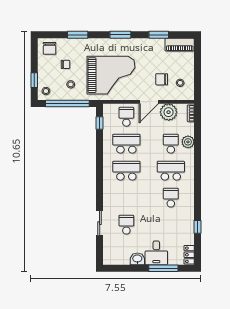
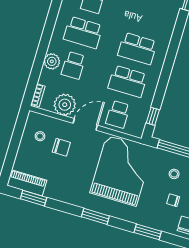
window: (159, 35) -> (34, 198), moved
grand piano: (111, 75) -> (121, 171), turned 90

